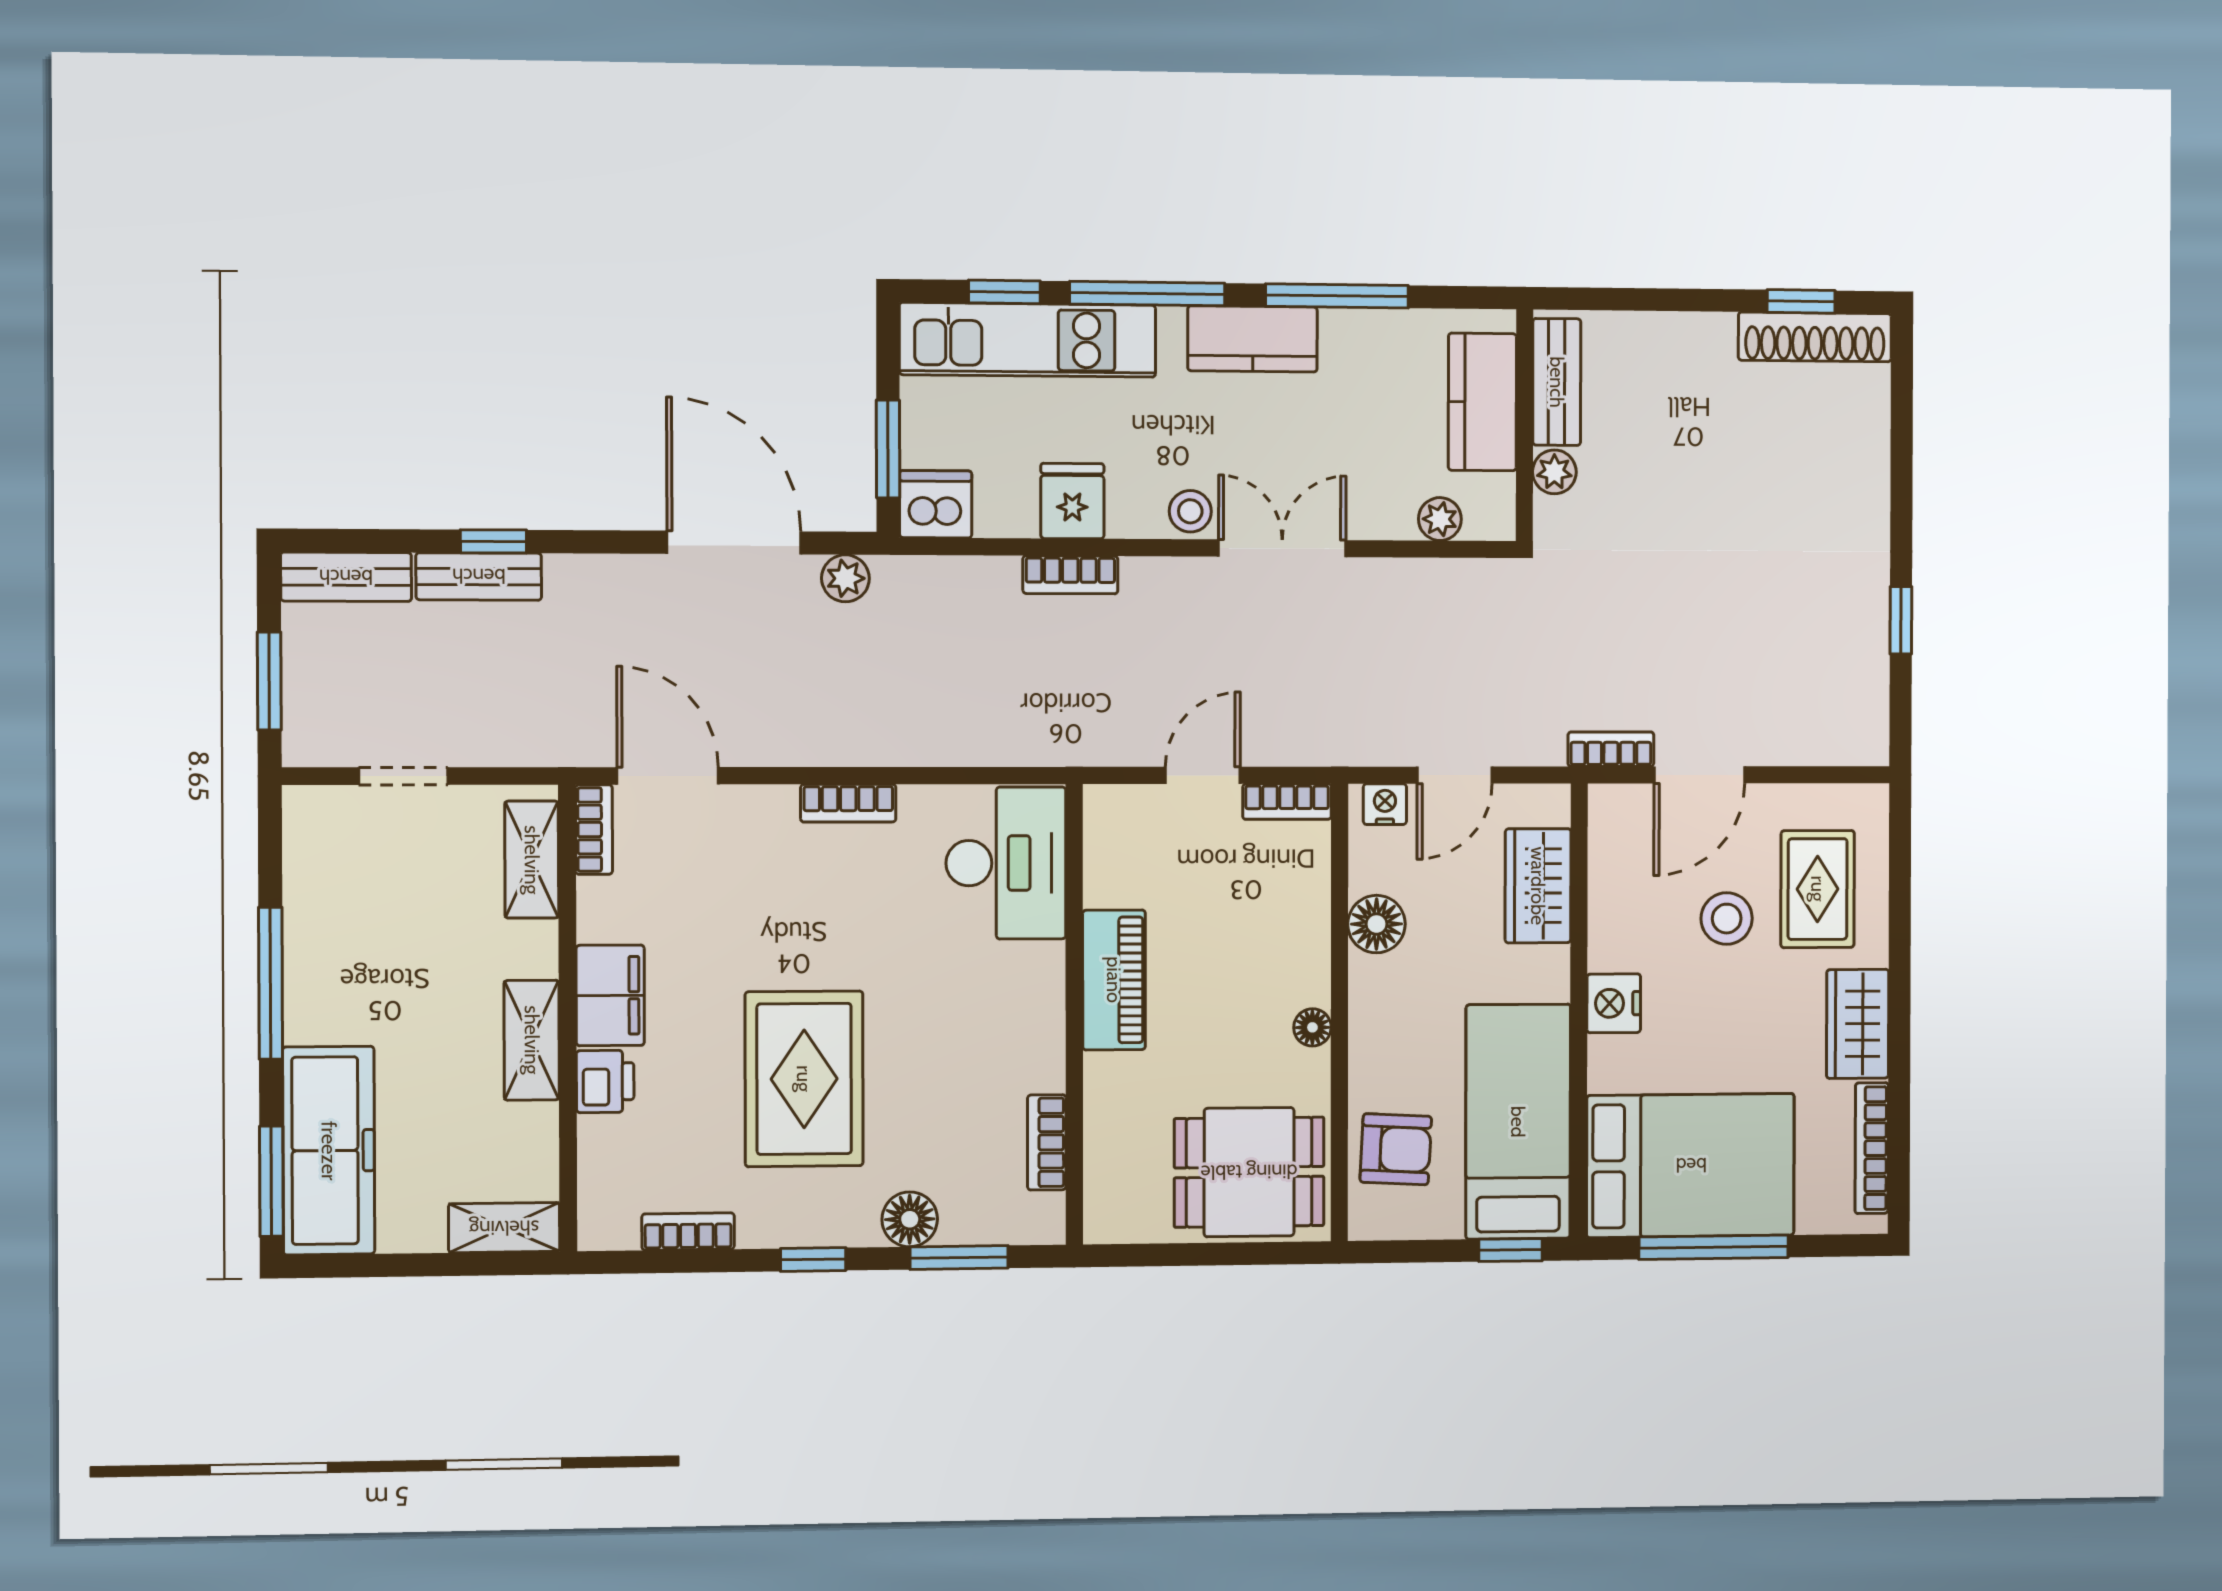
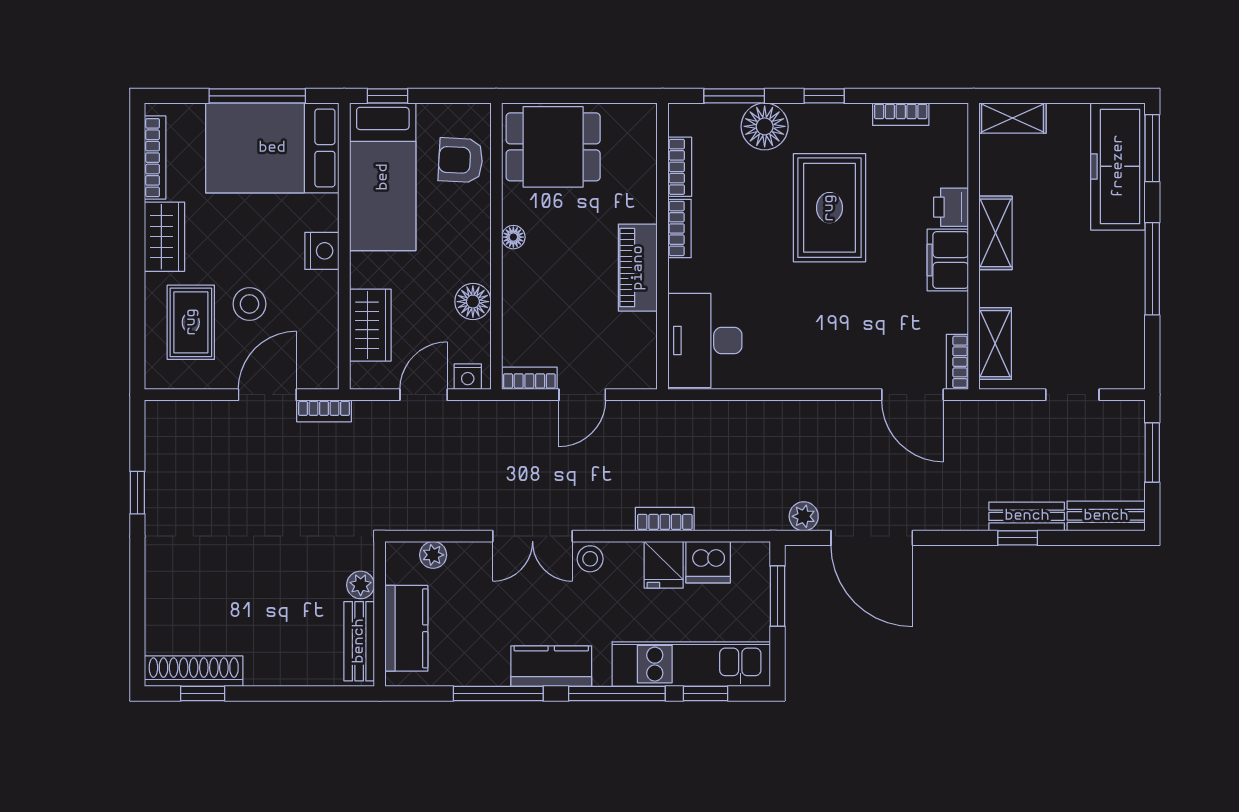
dishwasher: (936, 504) -> (708, 562), moved
bookcase: (848, 803) -> (679, 228), moved, turned 90
floor lamp: (910, 1219) -> (765, 126), width x1.38, depth x1.38

